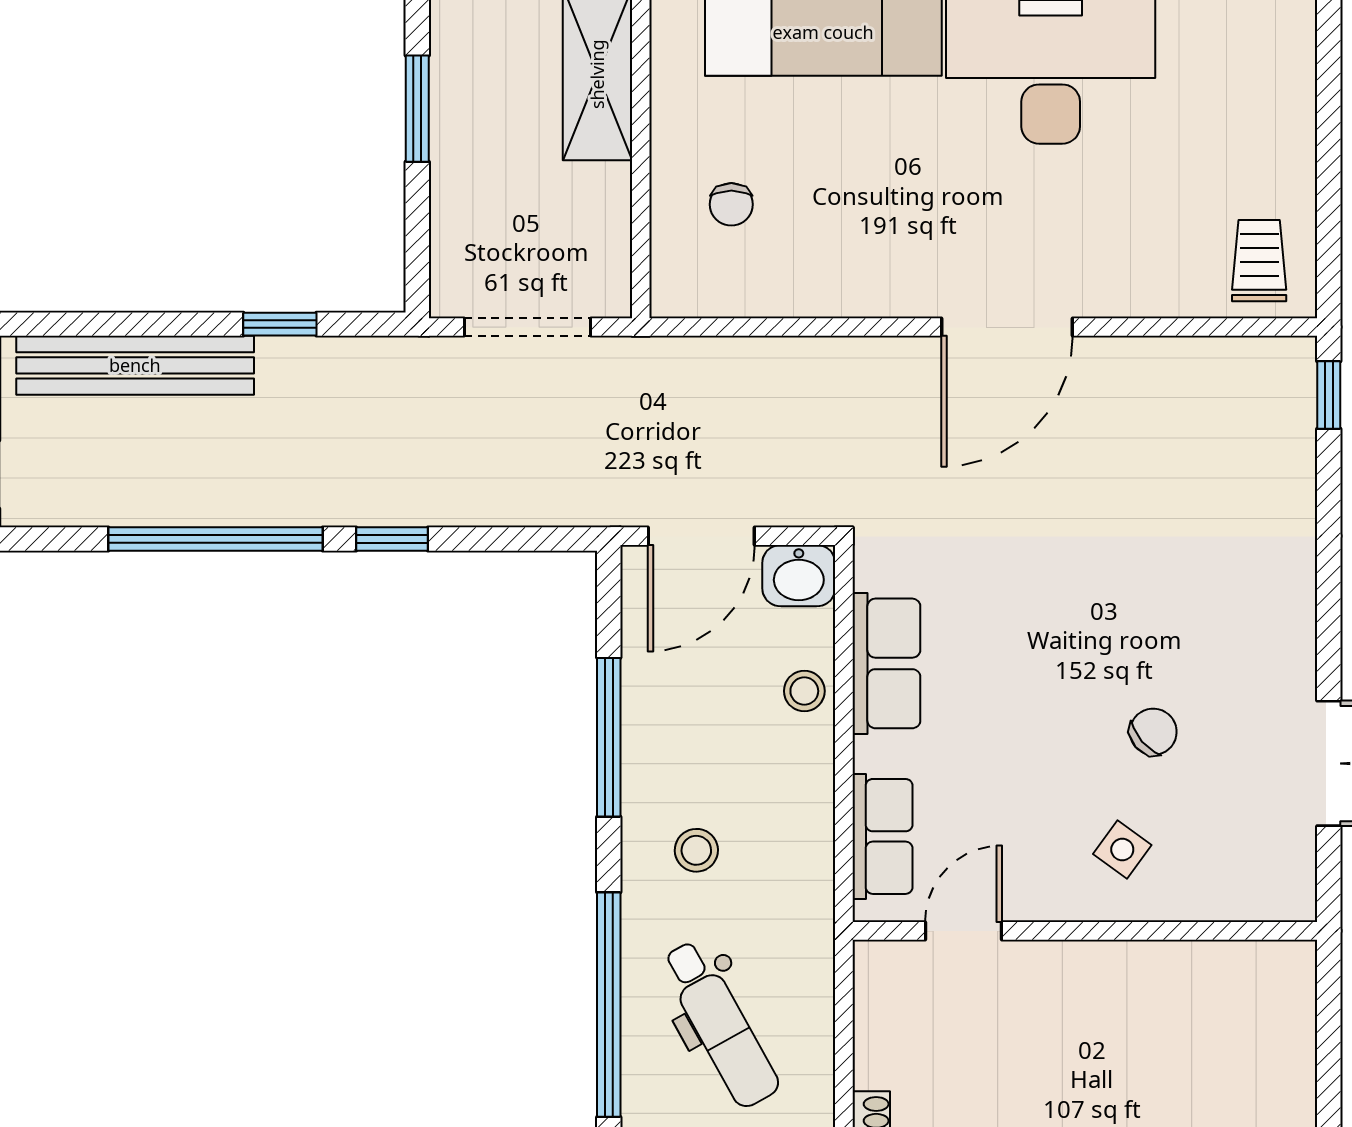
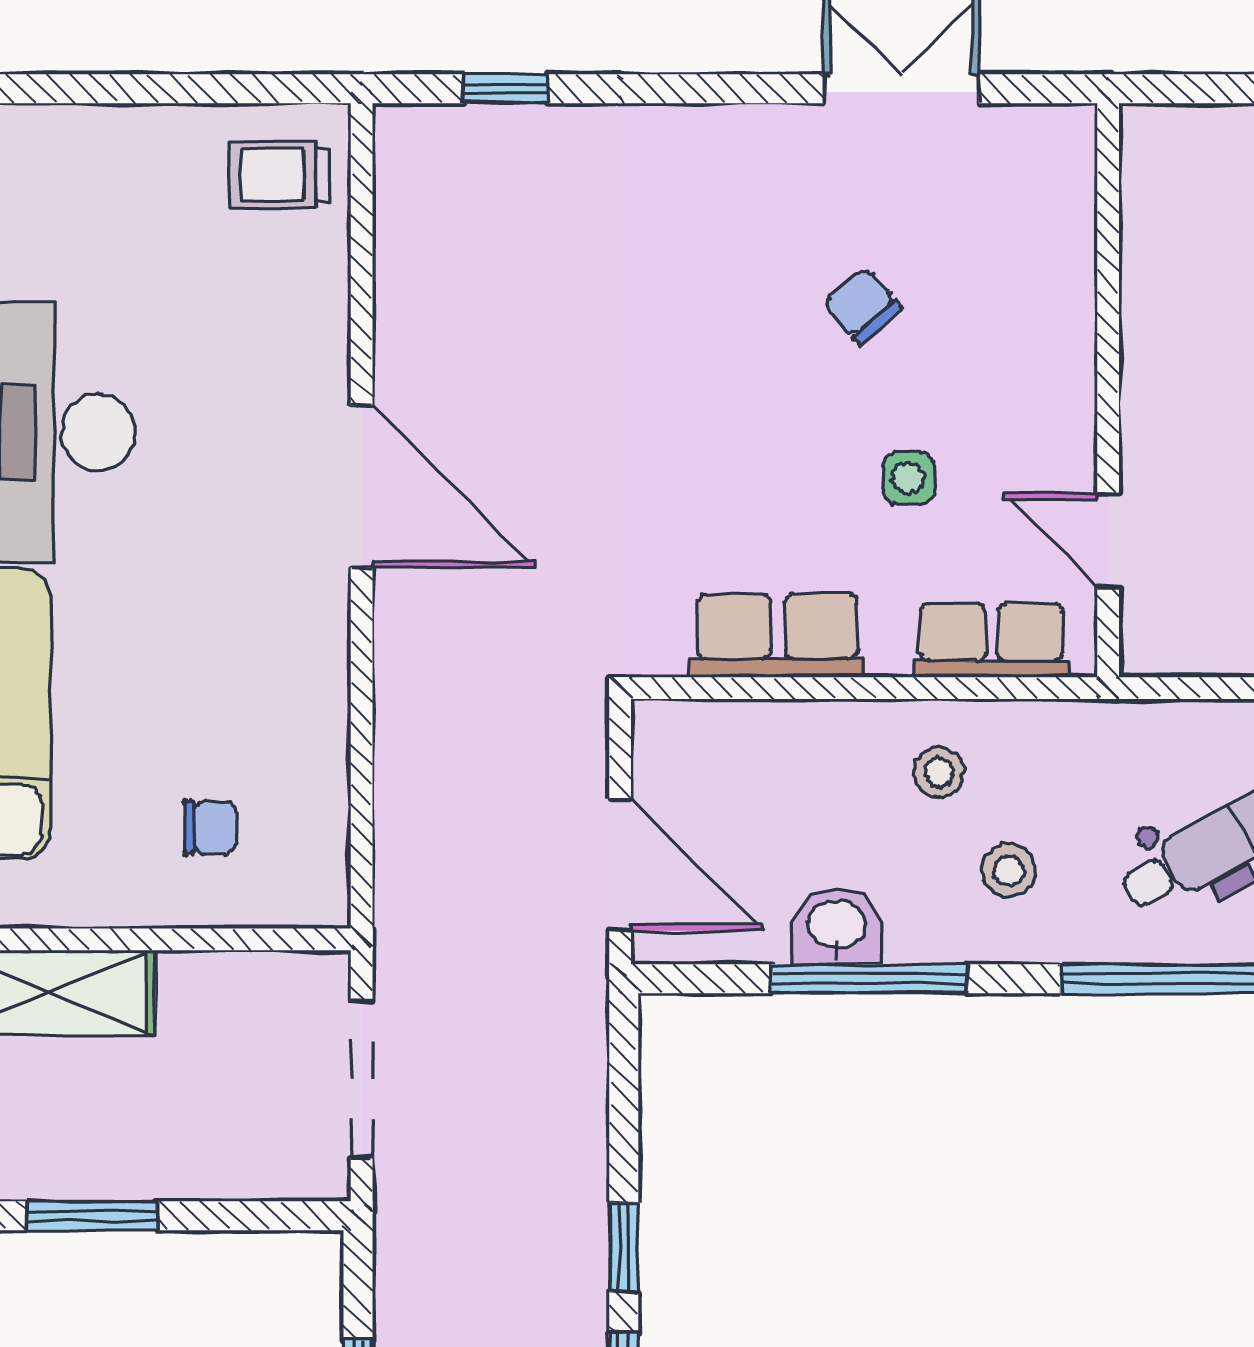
window: (1329, 395) -> (505, 89), moved
washbasin: (799, 576) -> (837, 926), moved, turned -90
stool: (804, 691) -> (939, 772), moved
side table: (1122, 850) -> (908, 478), moved, turned -36

